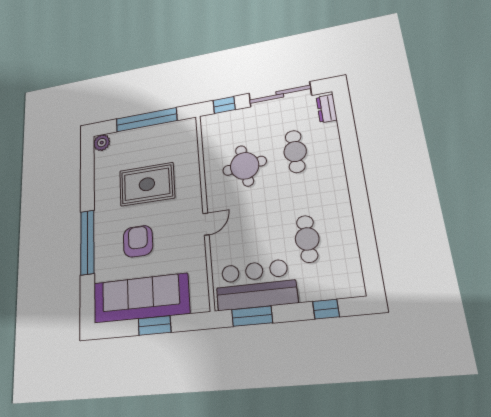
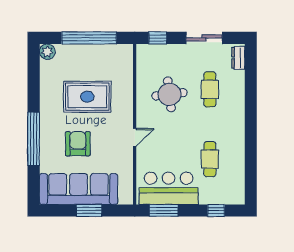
sliding door: (280, 94) -> (204, 38), width x0.73

